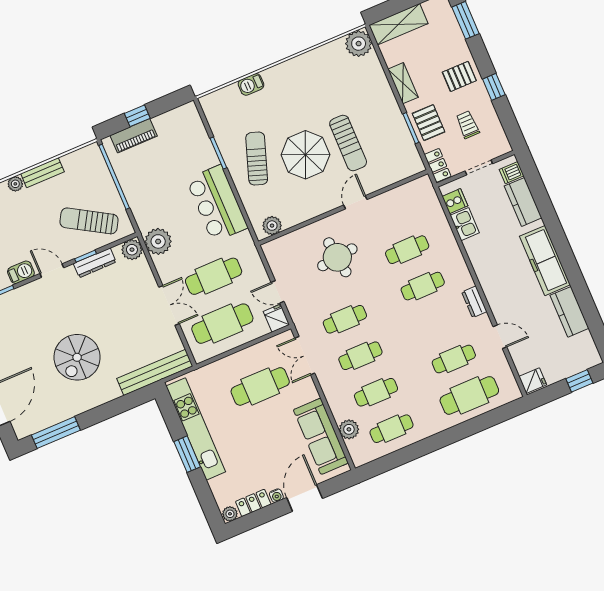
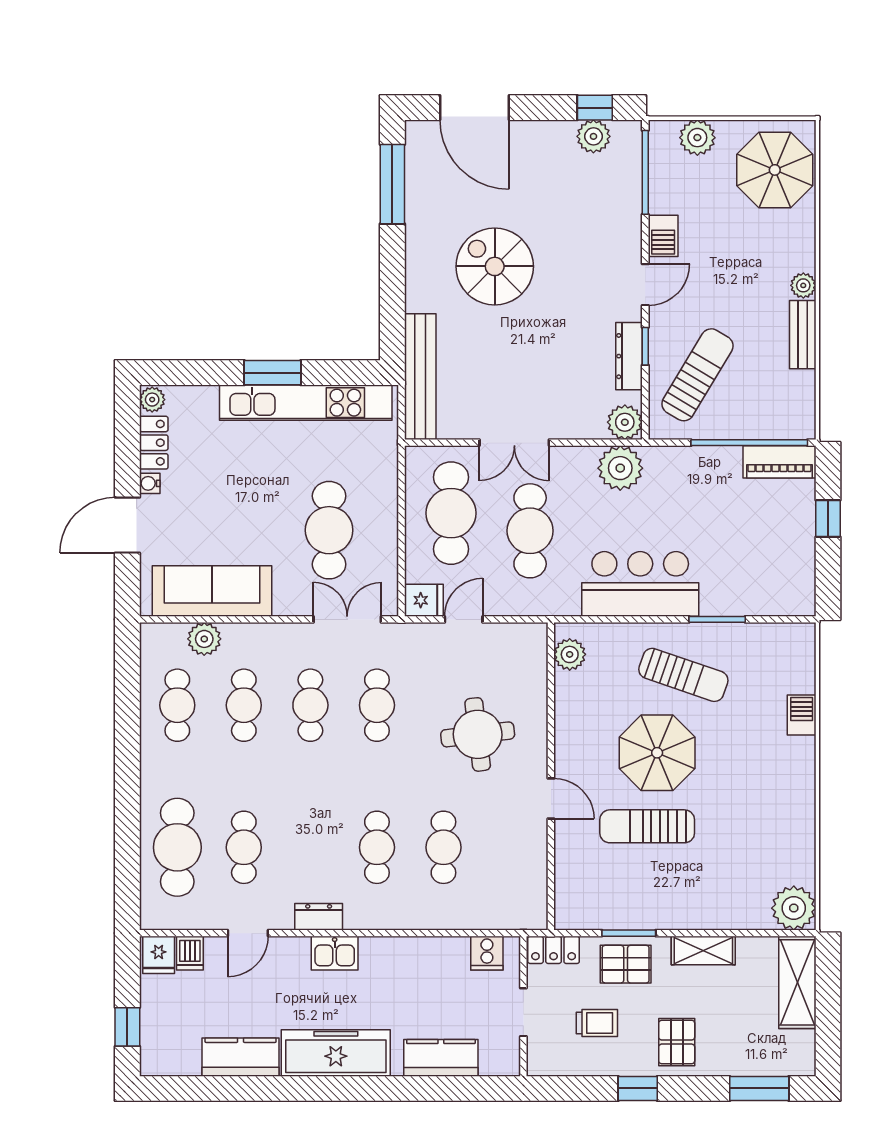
piano: (134, 136) -> (780, 462), moved, turned -90
dishwasher: (512, 173) -> (190, 953), moved, turned 180
kitchen sink: (465, 224) -> (335, 953), moved
door: (305, 498) -> (127, 525), swing flipped

